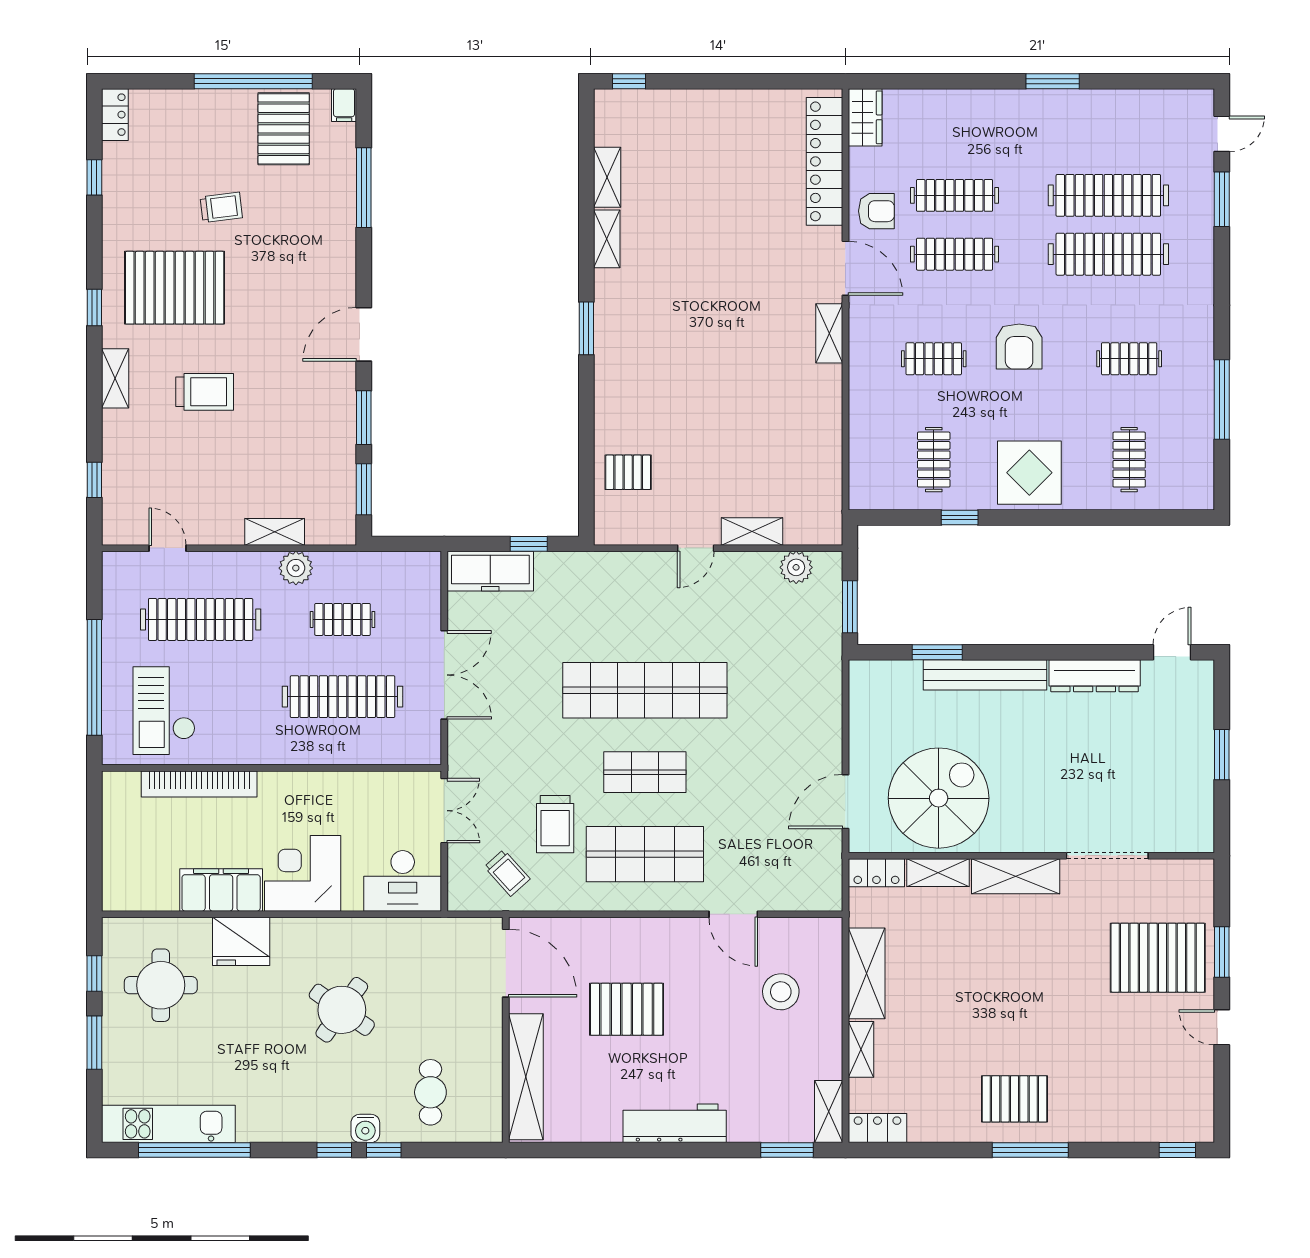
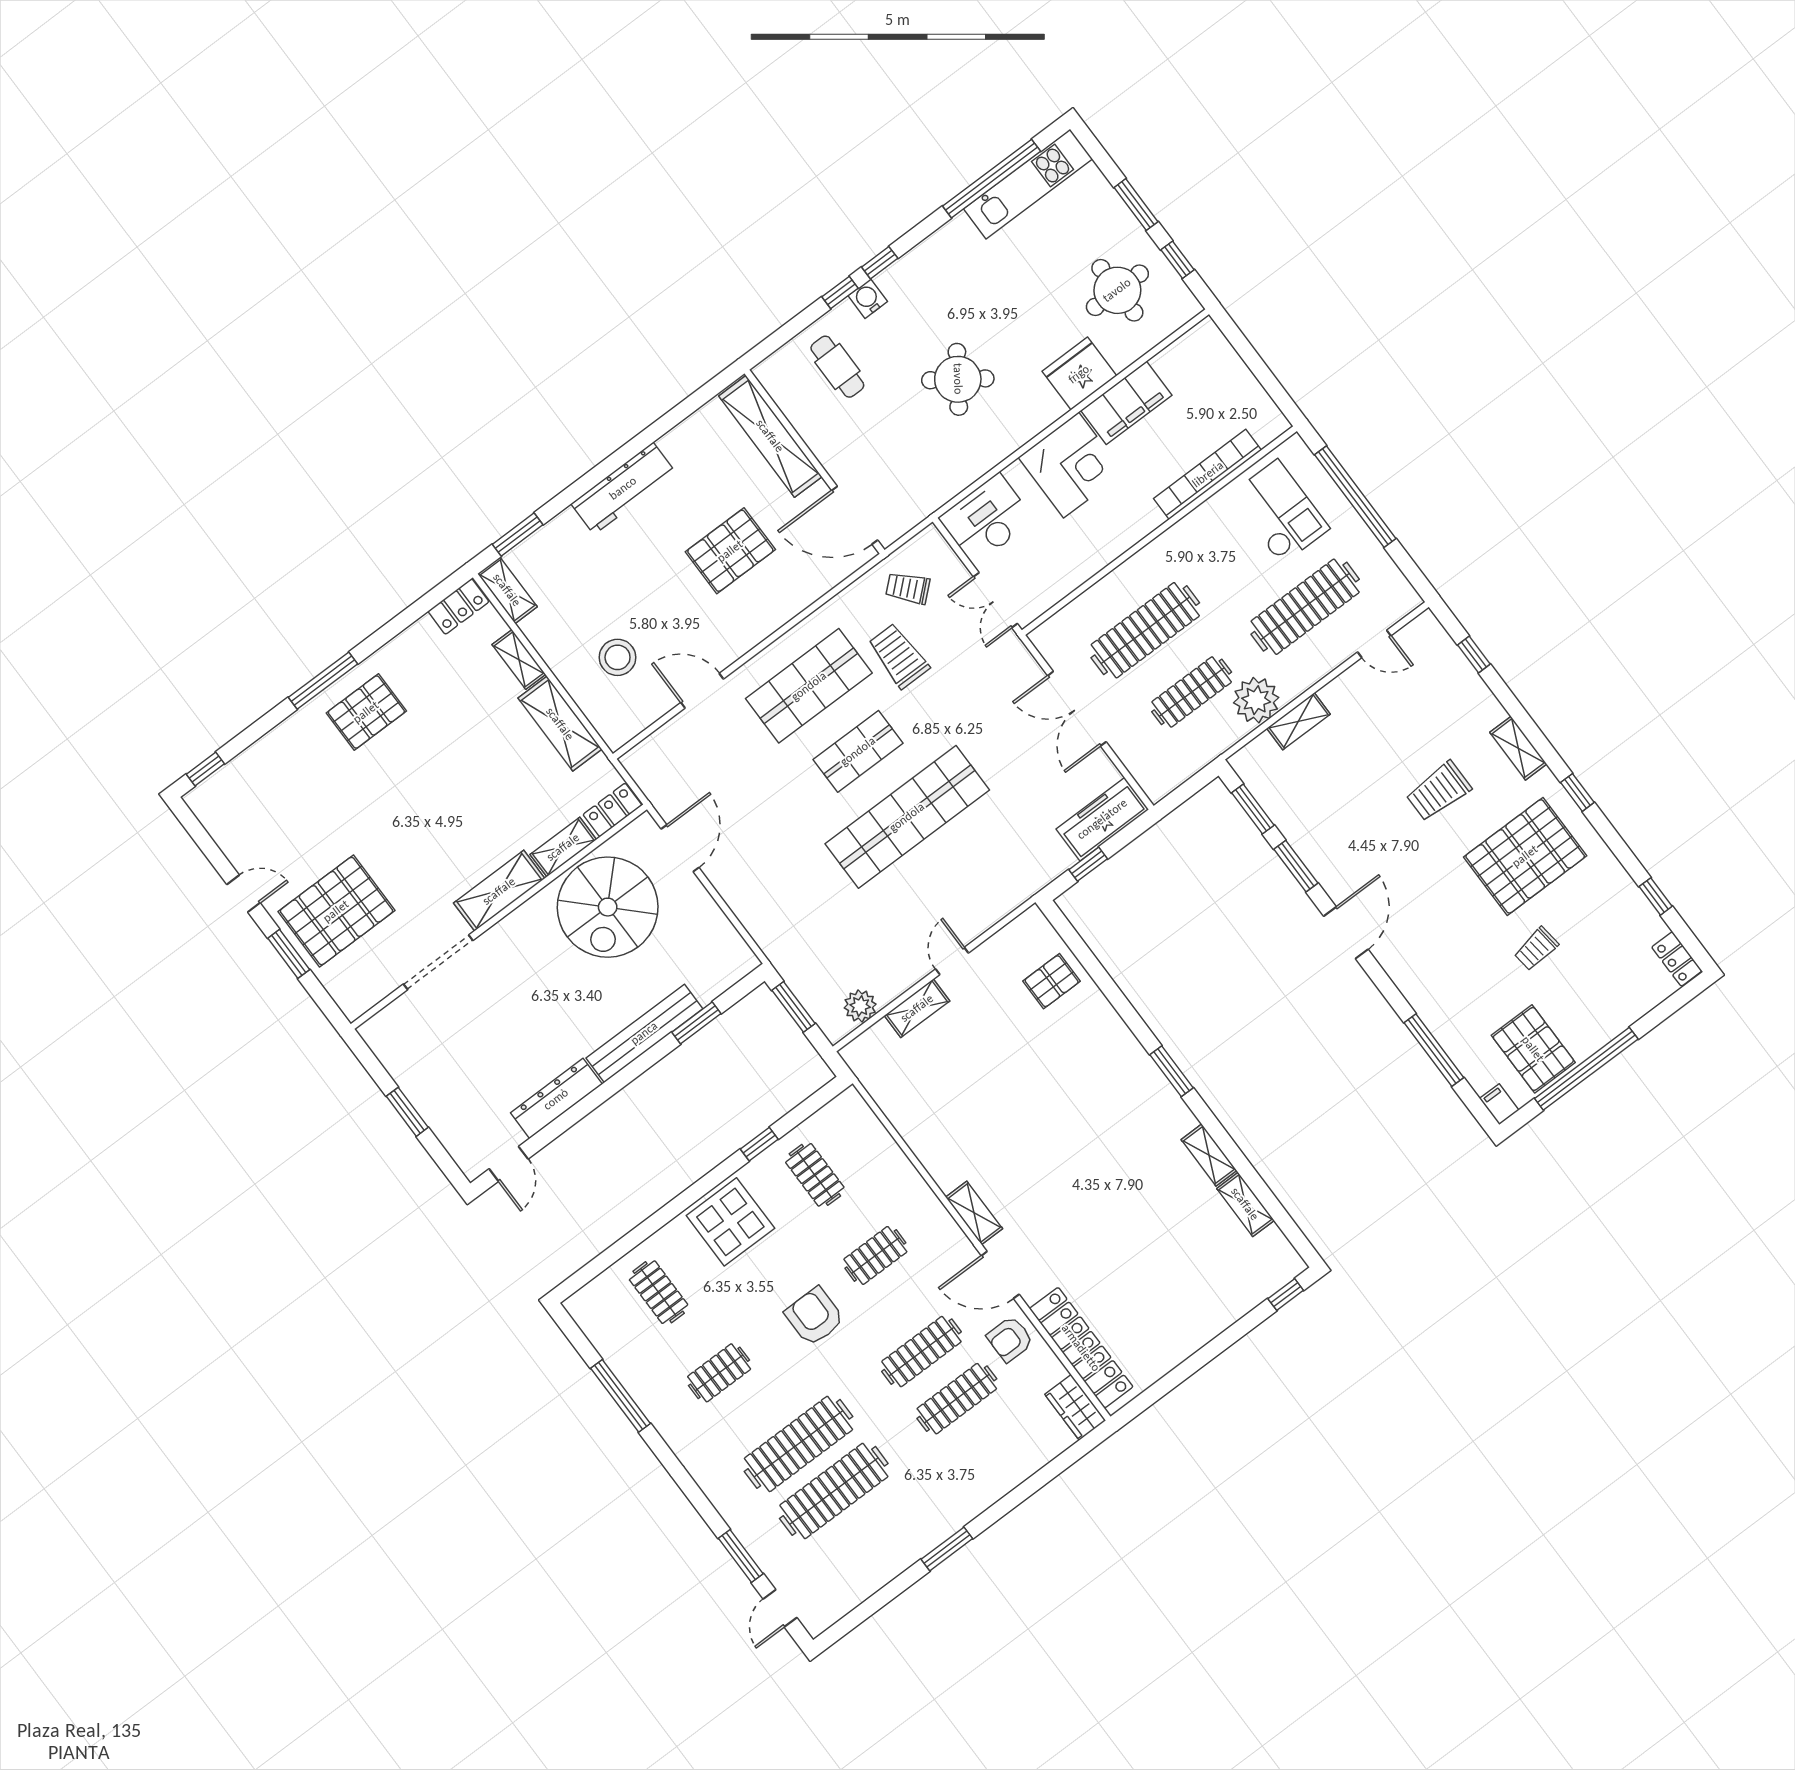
plant: (296, 568) -> (1256, 700), width x1.36, depth x1.36
clothes rail: (343, 619) -> (1192, 692), width x1.36

